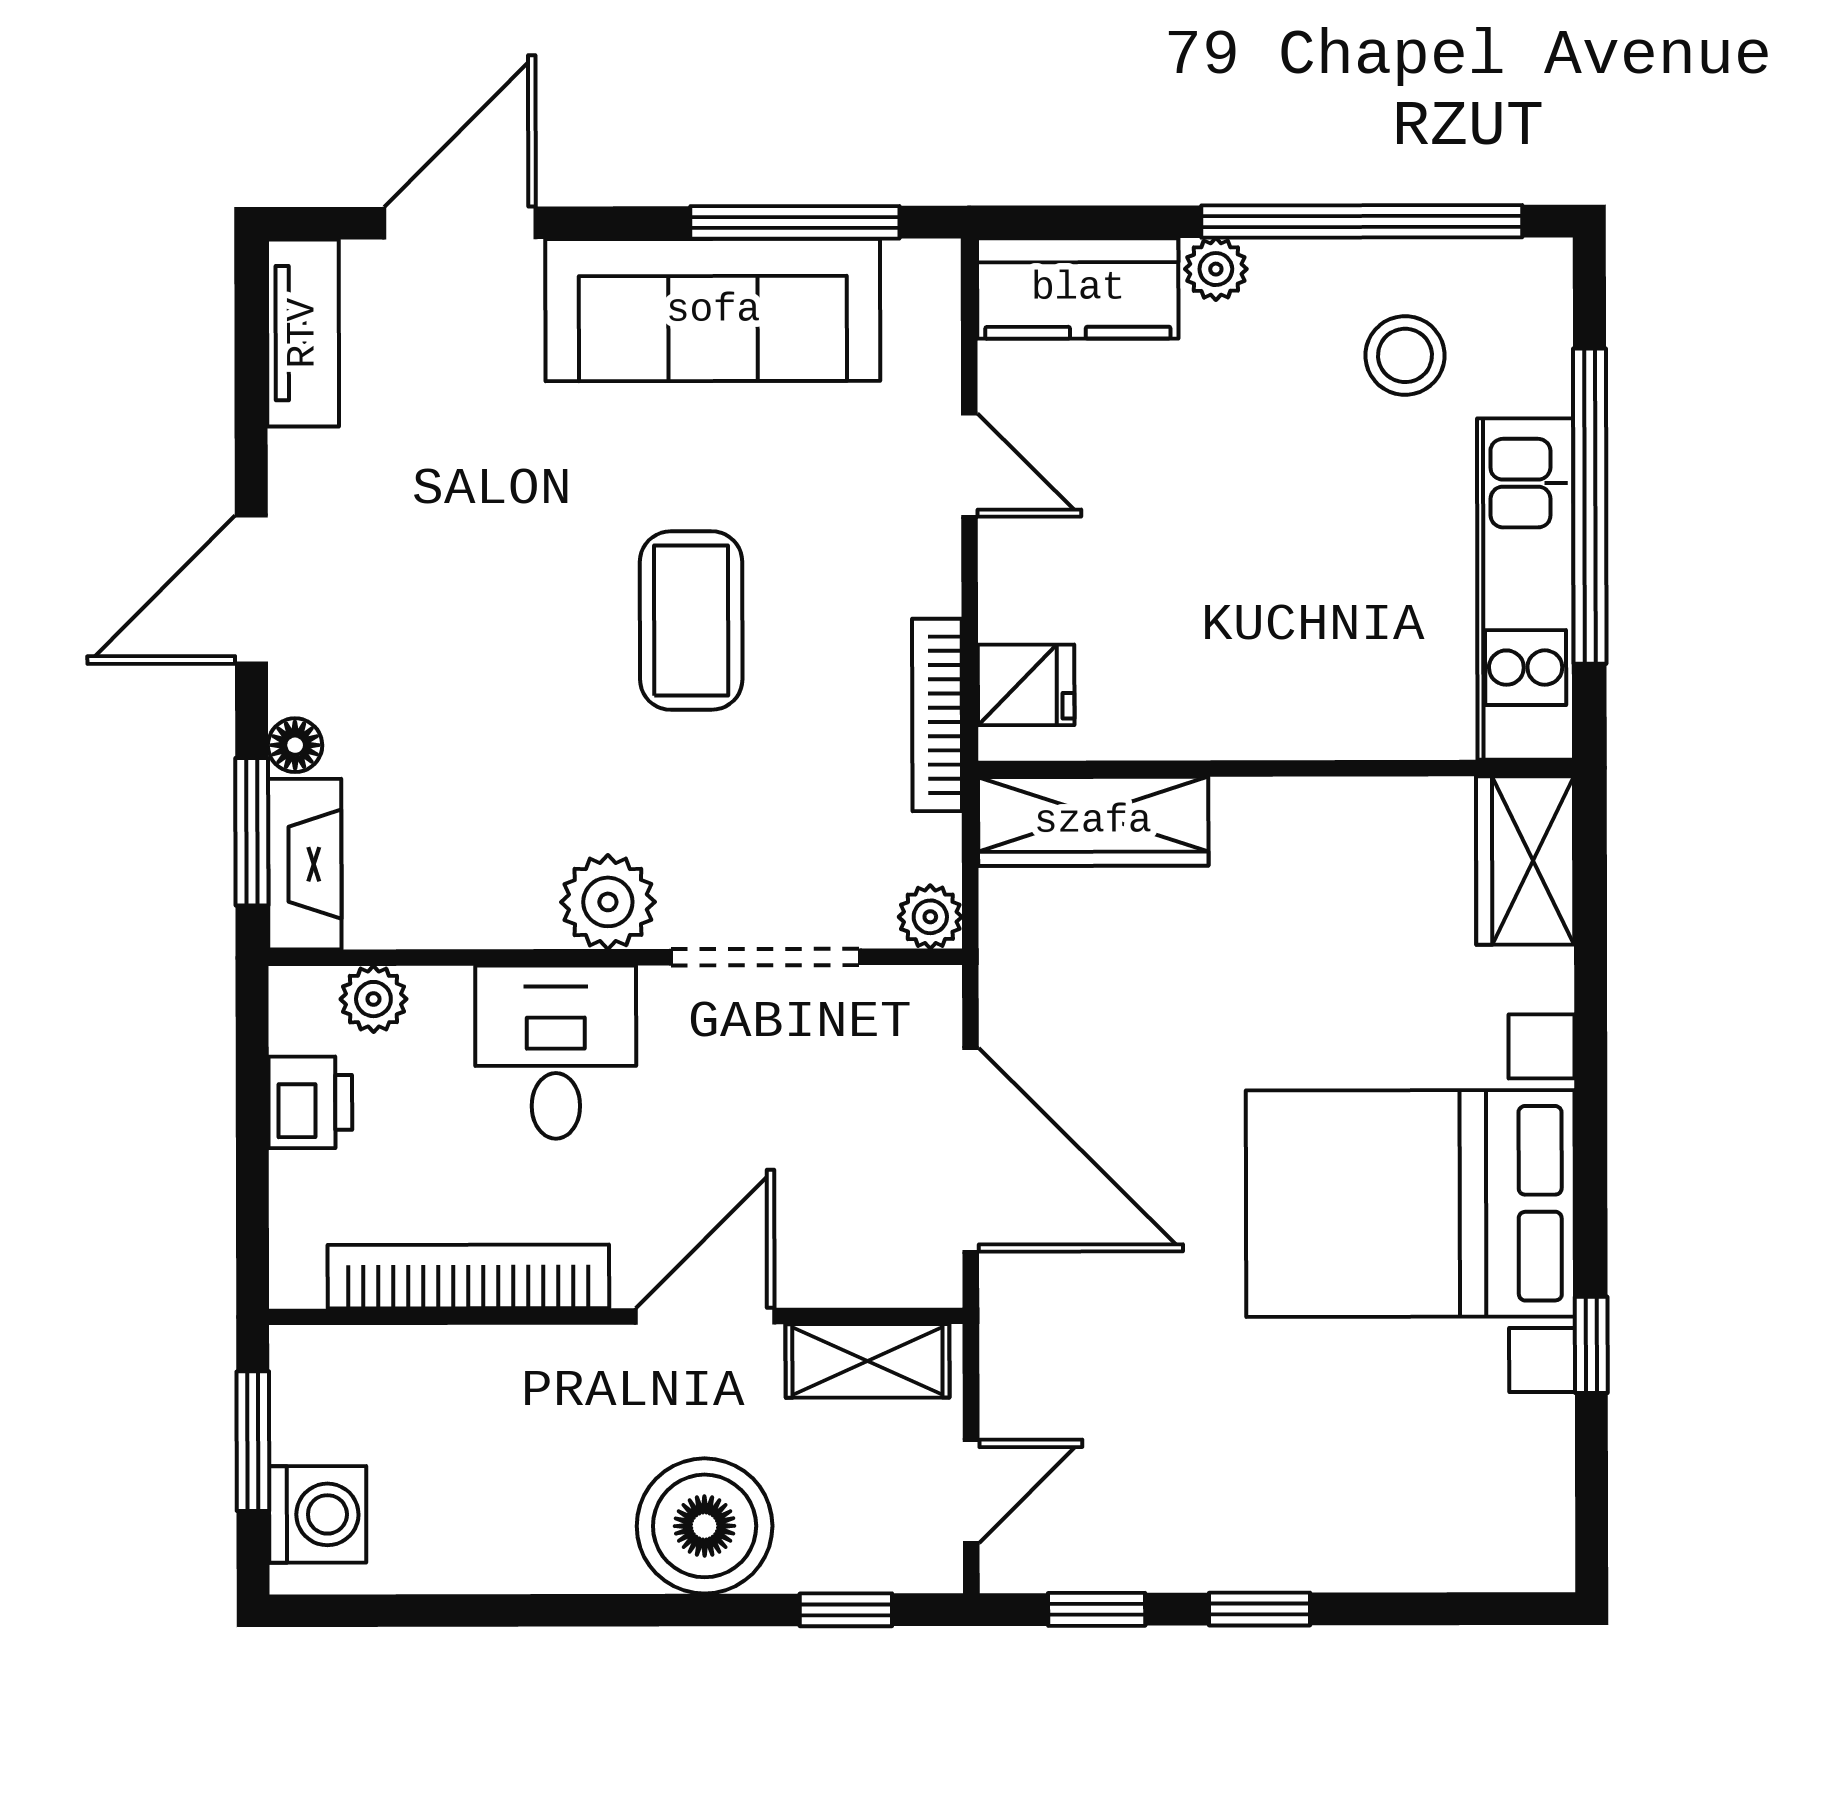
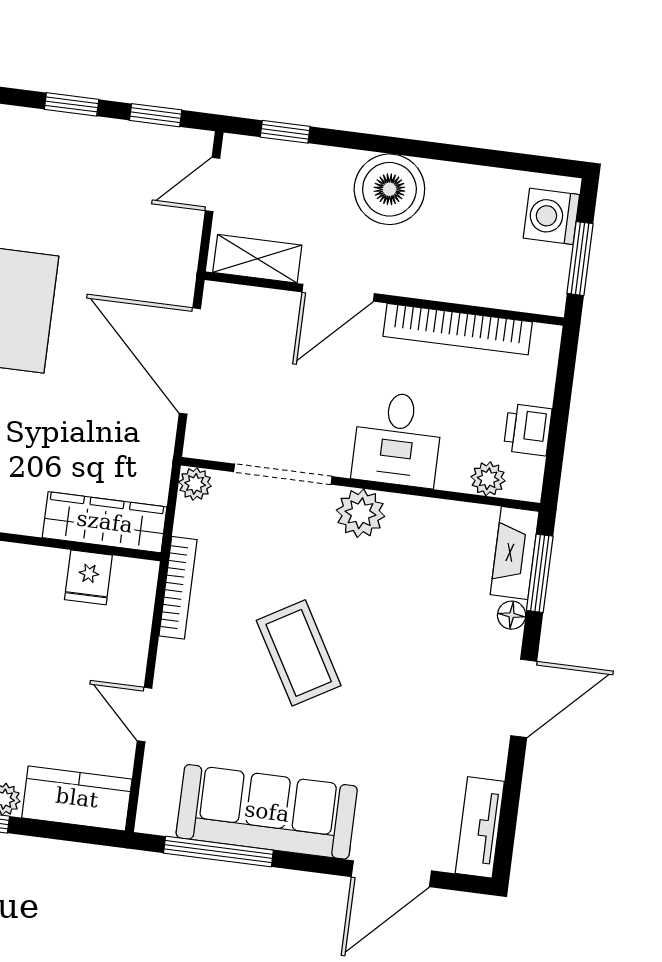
coffee table: (691, 621) -> (299, 653), turned -30
fridge: (1026, 685) -> (88, 577), moved, turned -90
boiler: (705, 1526) -> (389, 189), moved

